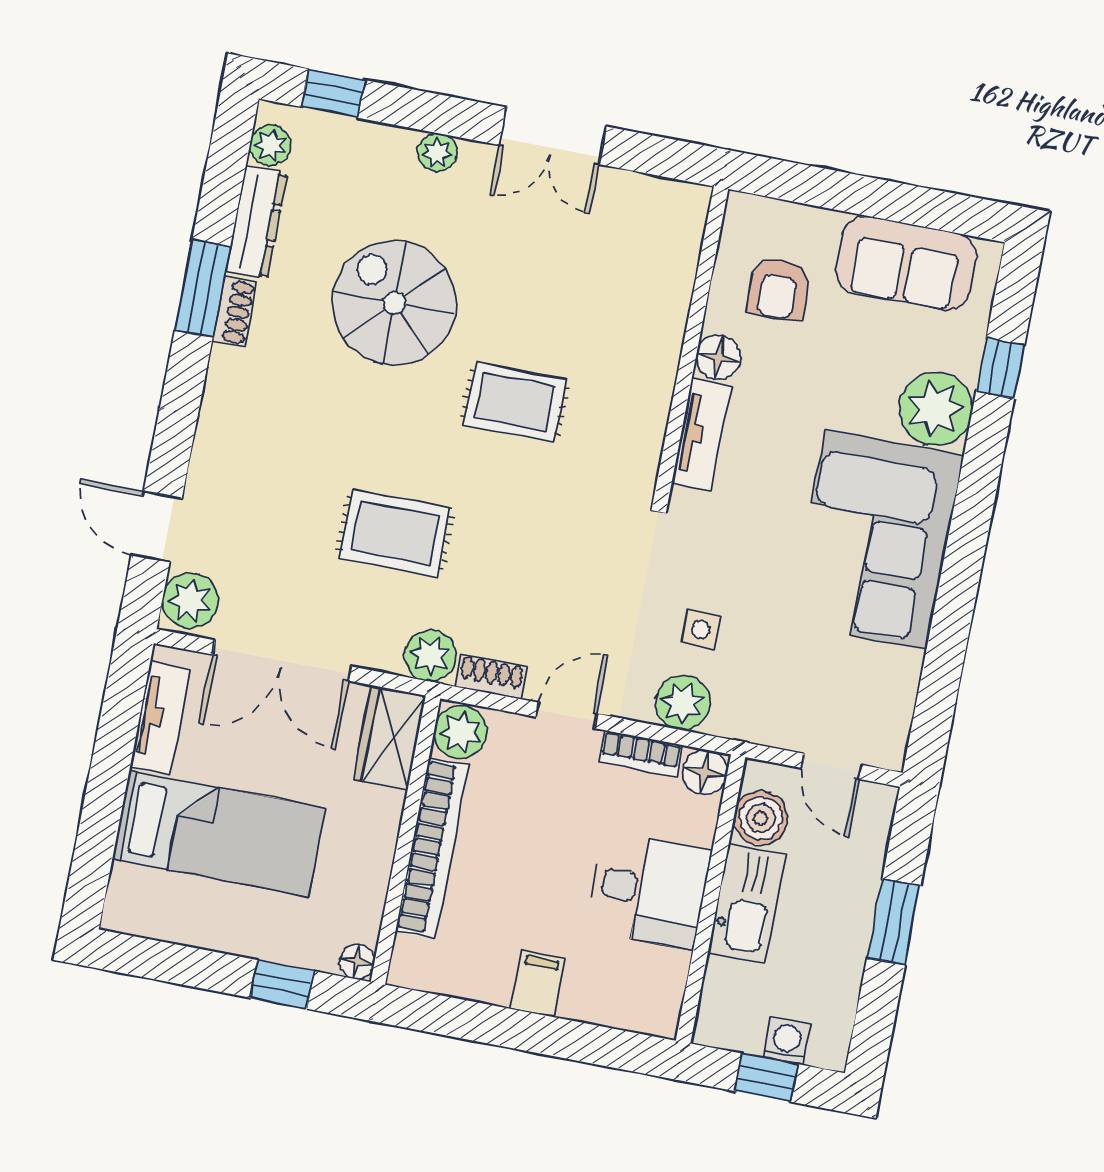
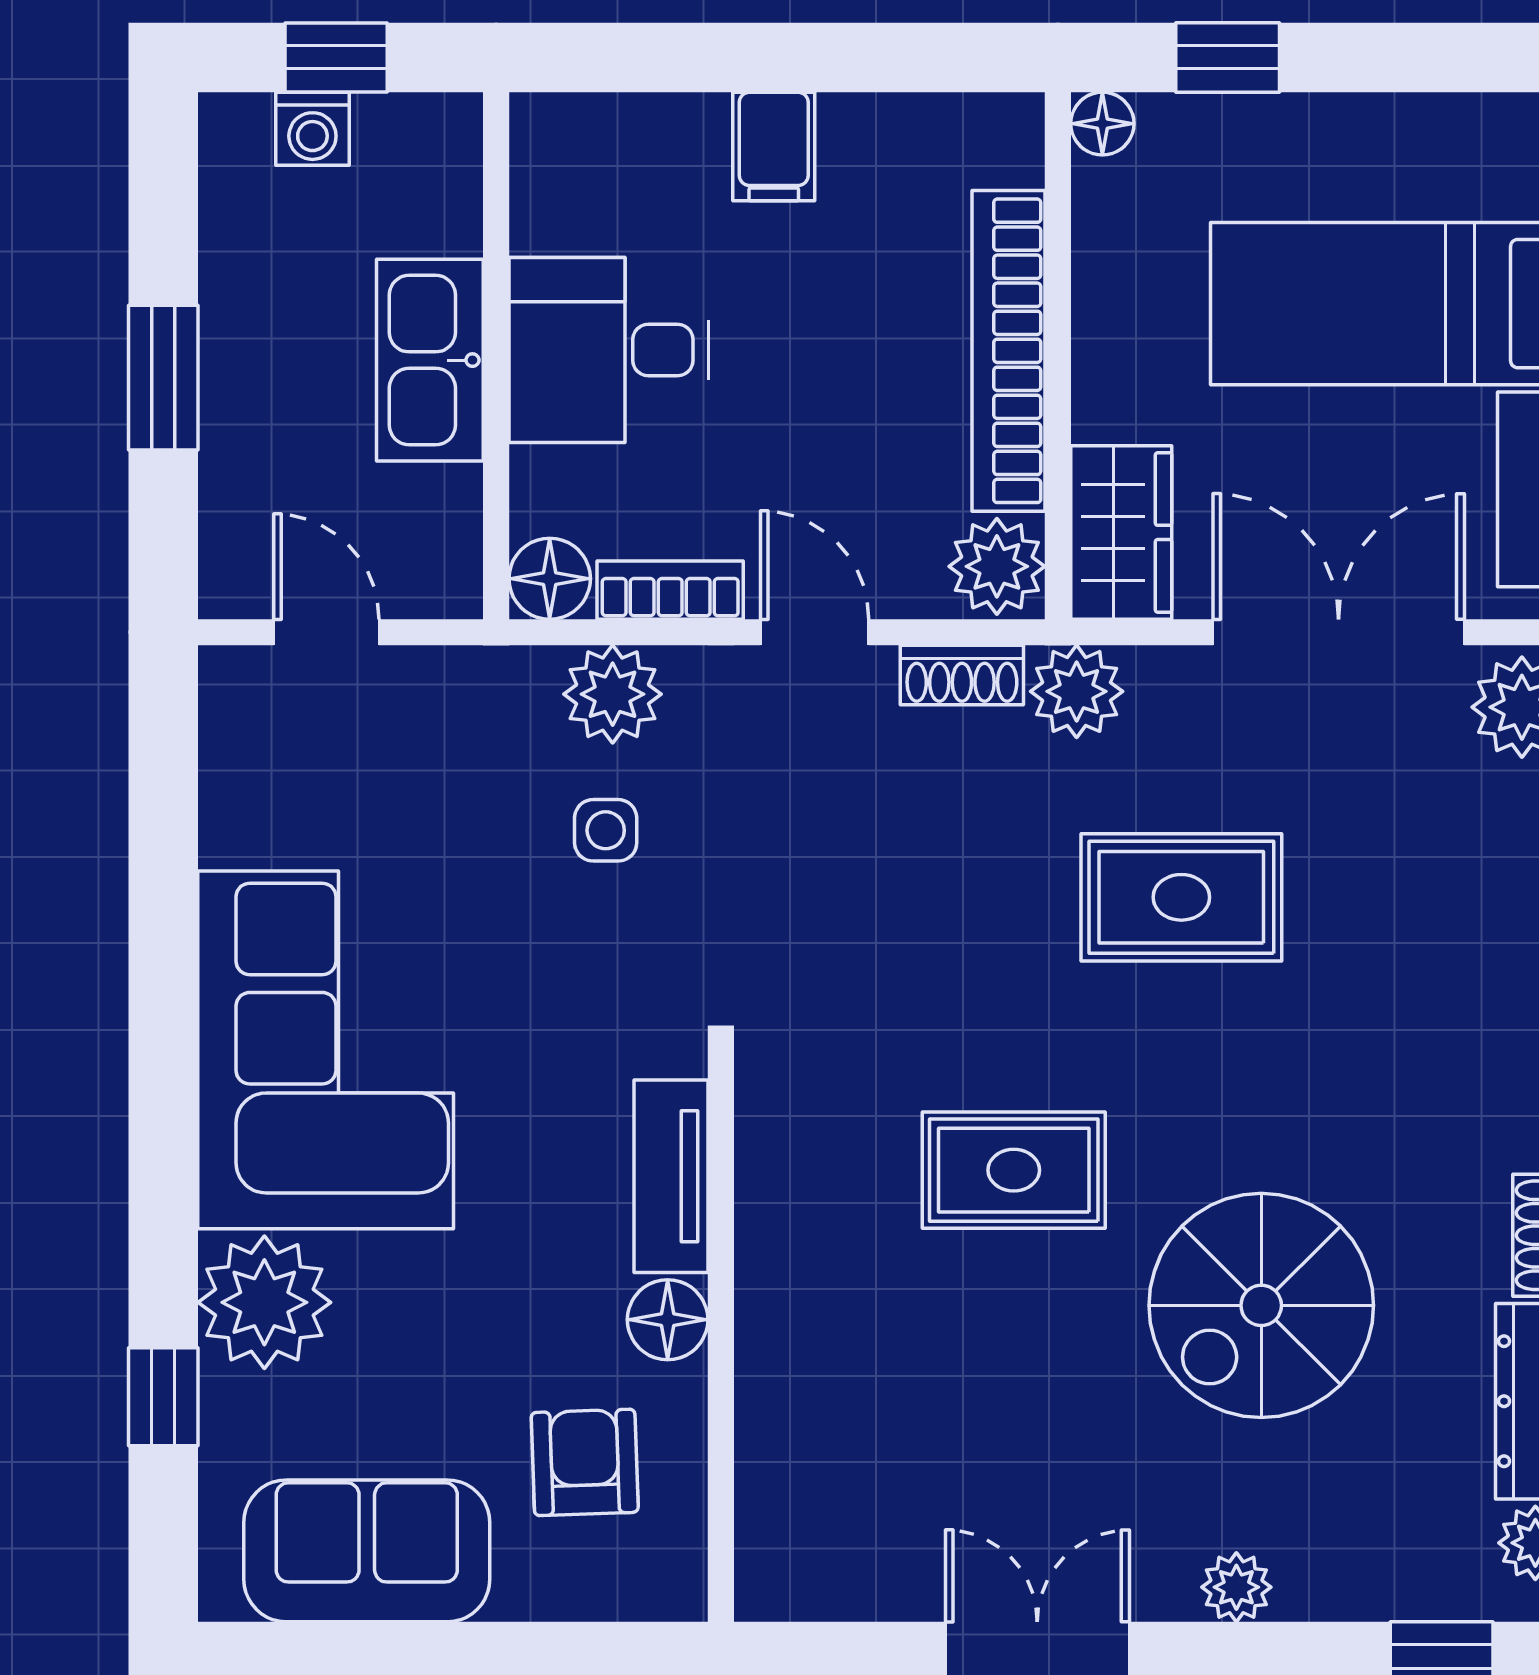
spiral stairs: (394, 303) -> (1261, 1305), turned 90
door: (567, 715) -> (815, 632), swing flipped
boiler: (761, 818) -> (435, 516), removed

